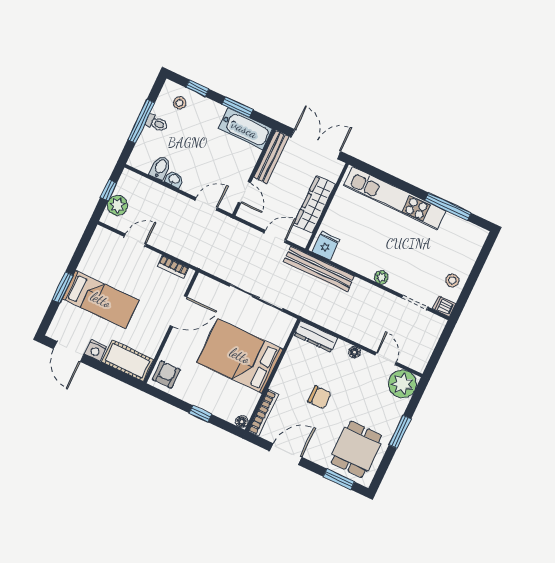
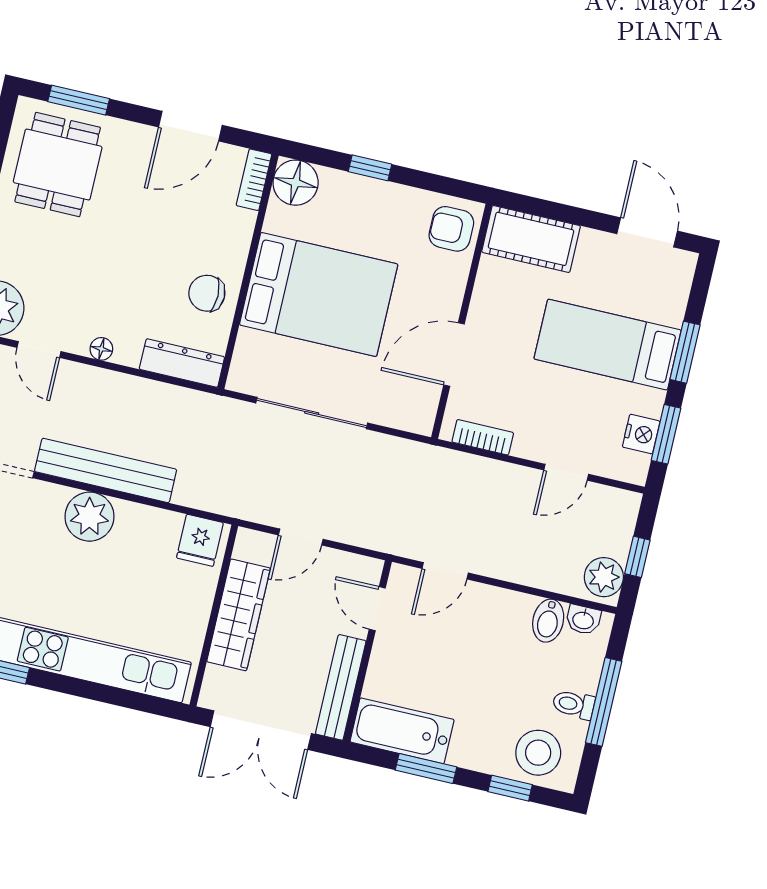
stool: (180, 103) -> (538, 753), width x1.89, depth x1.89
washbasin: (174, 179) -> (583, 620), moved
plant: (117, 205) -> (604, 577), moved
window: (81, 248) -> (666, 434), added
bench: (319, 269) -> (106, 470), moved
plant: (381, 277) -> (89, 517), width x1.87, depth x1.87
nightstand: (96, 350) -> (641, 434), moved, turned 90
armchair: (166, 374) -> (451, 229), turned 90
chair: (319, 397) -> (207, 293), moved
bookcase: (263, 413) -> (254, 180), width x0.64
floor lamp: (242, 422) -> (296, 183), width x1.89, depth x1.89

